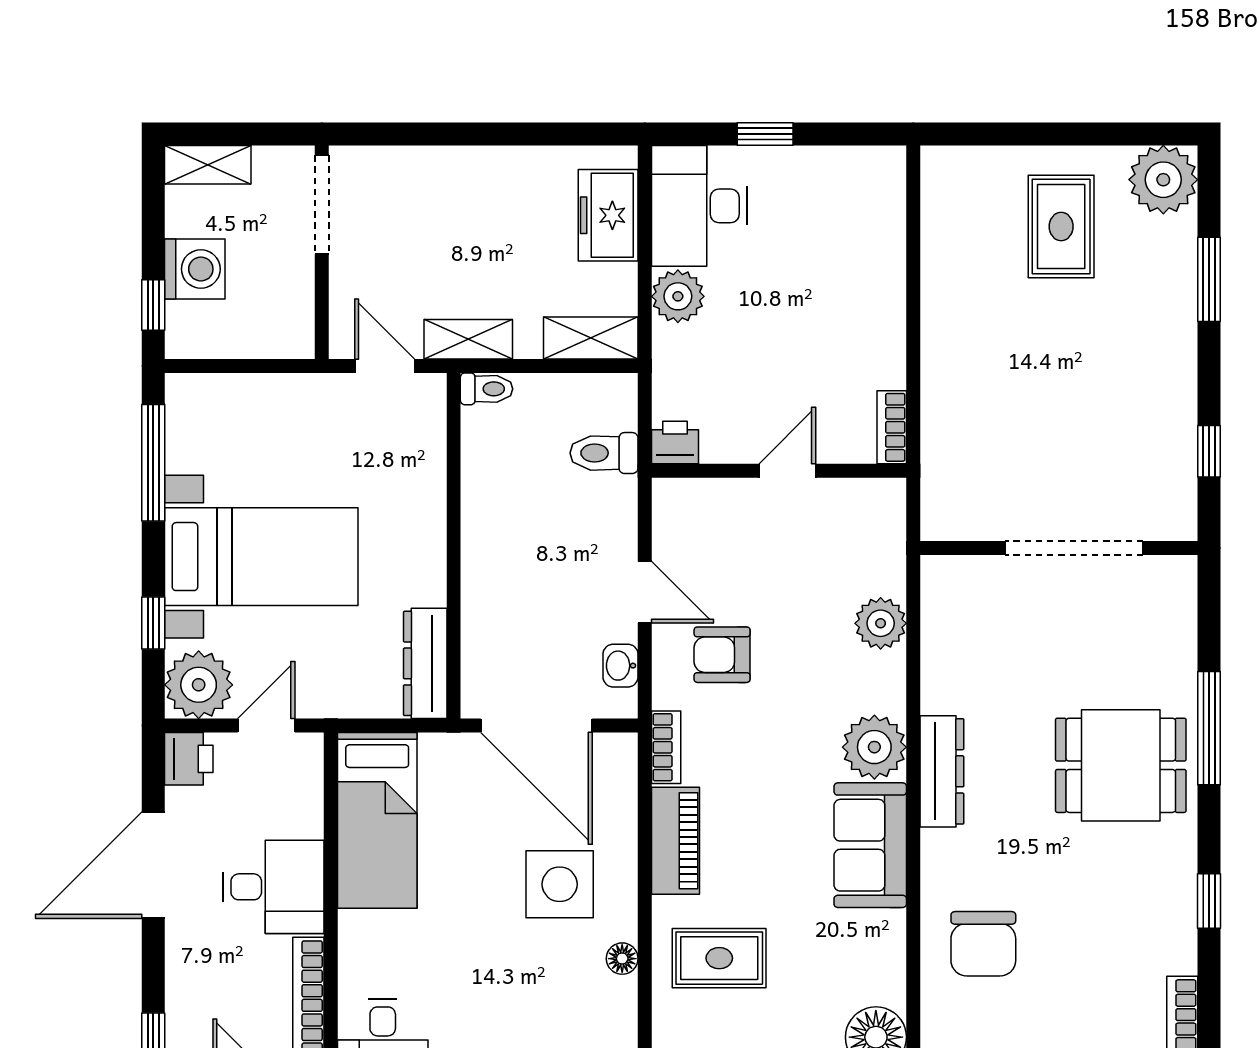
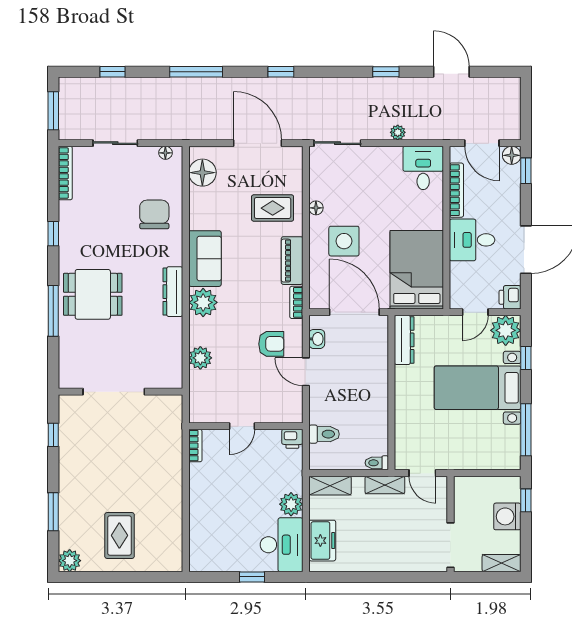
plant: (1163, 180) -> (70, 561), width x0.73, depth x0.73
bed: (377, 820) -> (417, 270), width x1.50

